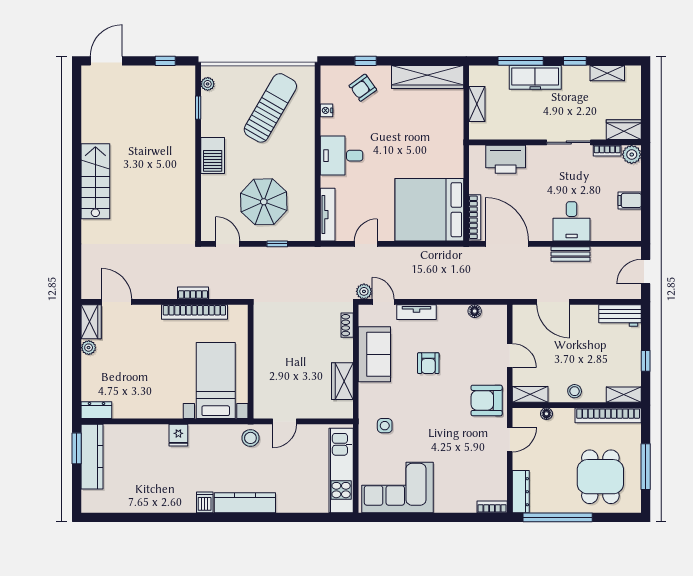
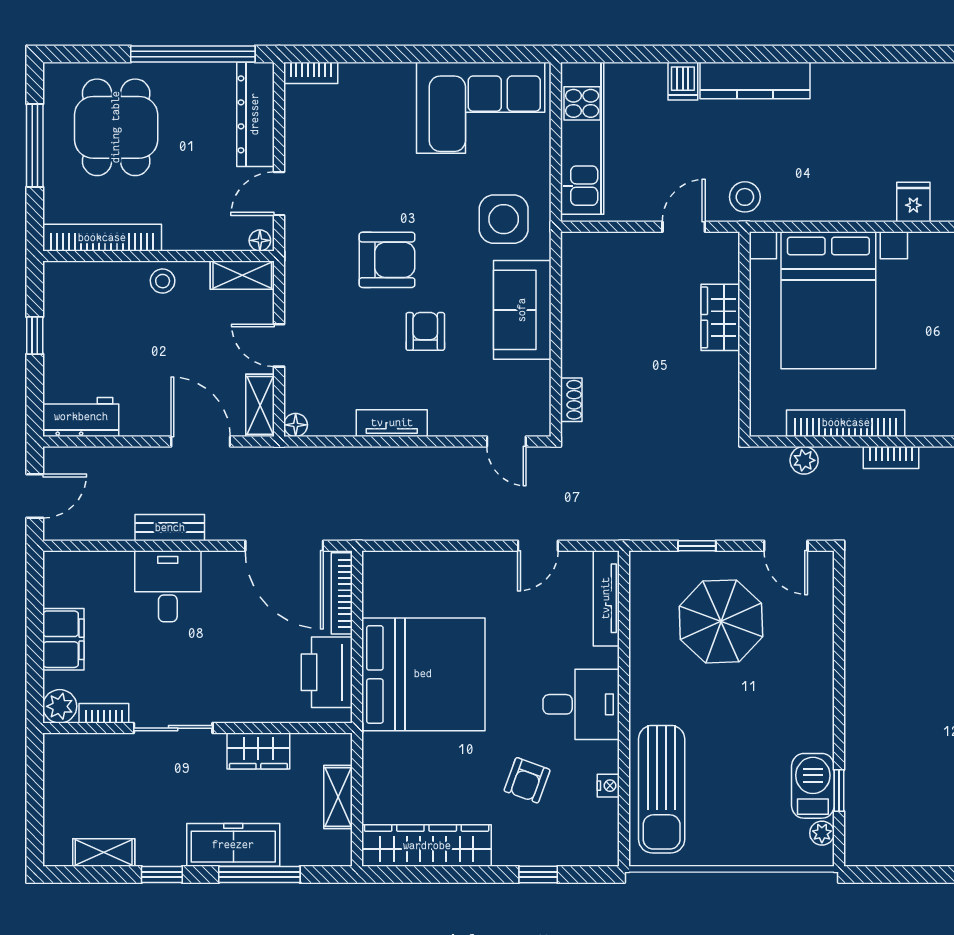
window: (165, 61) -> (898, 875), removed
armchair: (363, 88) -> (527, 780), moved, turned 146
sun lounger: (270, 108) -> (662, 789), moved, turned -30
wardrobe: (624, 130) -> (258, 751), moved
barbecue: (213, 155) -> (813, 786), moved
printer: (506, 159) -> (327, 672), moved, turned -90
filing cabinet: (630, 200) -> (63, 639), width x2.00
bed: (429, 210) -> (423, 674), moved
plant: (364, 291) -> (804, 460), moved
bookcase: (193, 293) -> (891, 457), moved
floor lamp: (475, 311) -> (296, 425), moved
tv unit: (417, 312) -> (392, 423), moved
sofa: (374, 354) -> (522, 310), moved
bed with nightstands: (216, 381) -> (828, 300), width x1.36
wardrobe: (342, 381) -> (720, 317), moved, turned 180
shelving: (624, 395) -> (260, 405), moved, turned 90
armchair: (487, 400) -> (387, 260), moved
floor lamp: (546, 414) -> (260, 240), moved
side table: (385, 426) -> (504, 219), width x1.87, depth x1.87
fridge: (178, 435) -> (913, 202), moved
dresser: (521, 492) -> (255, 114), width x1.37, depth x1.24
dishwasher: (205, 502) -> (683, 81), moved

